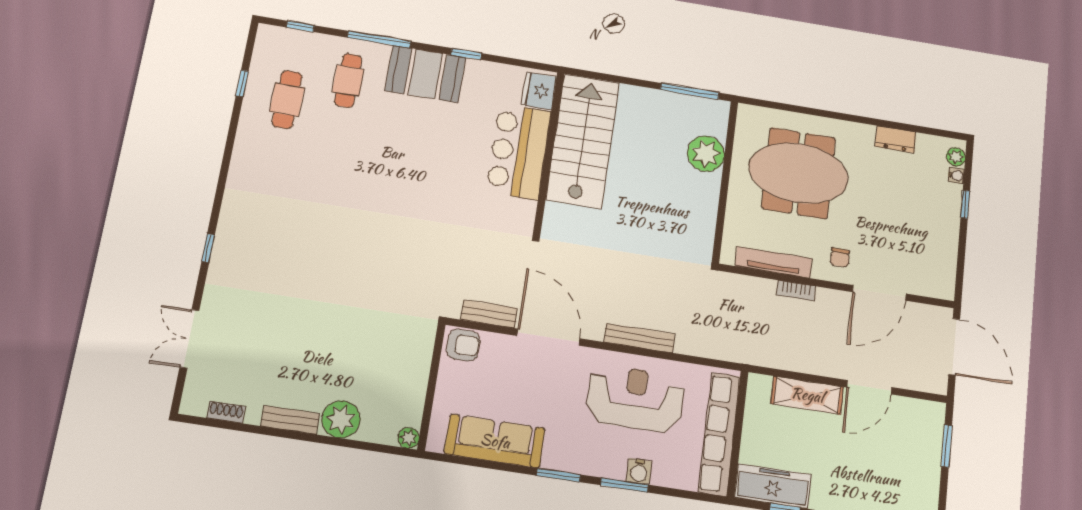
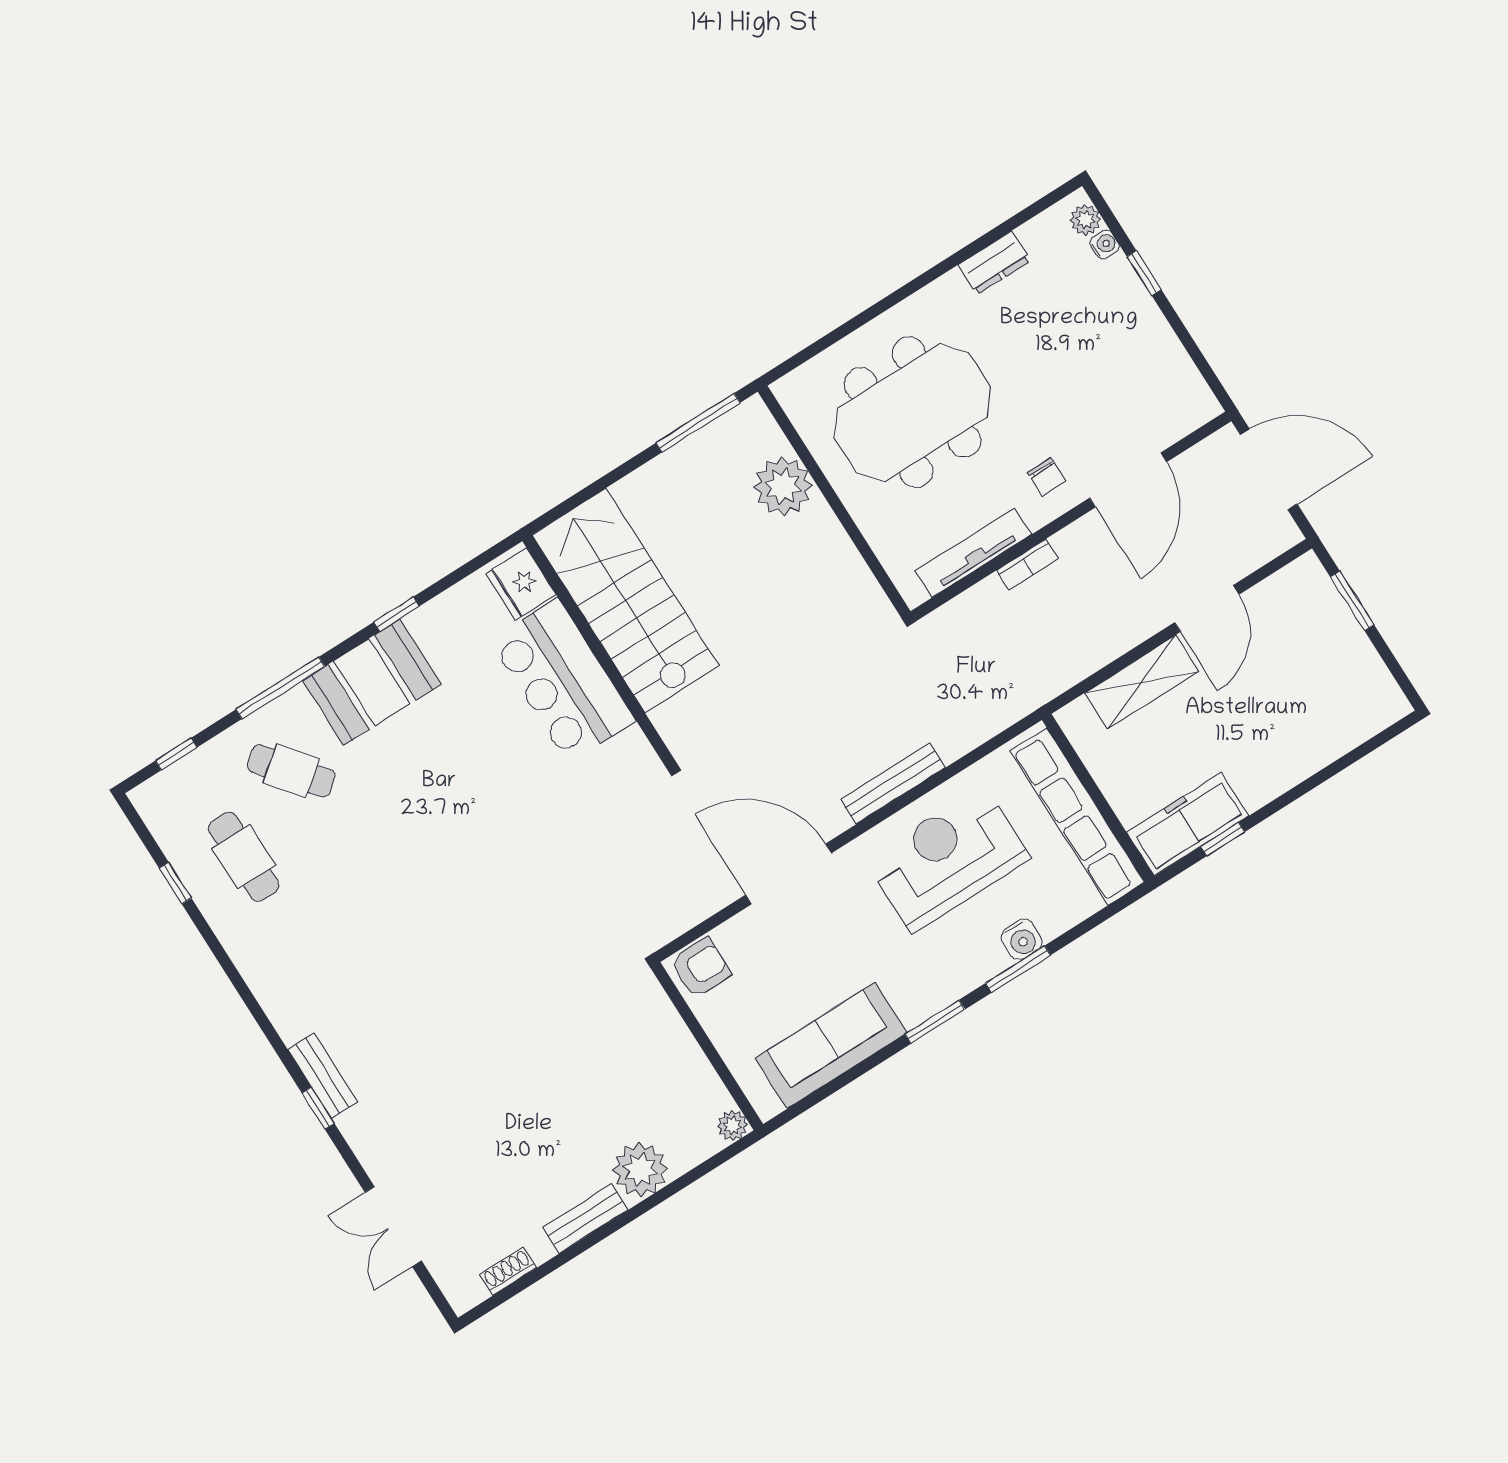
cafe table: (348, 81) -> (291, 771), turned -38
bench: (489, 314) -> (323, 1076), moved, turned 90

